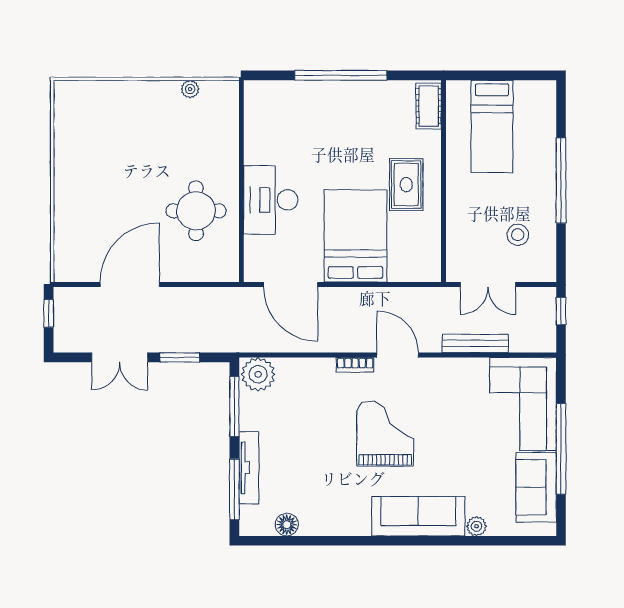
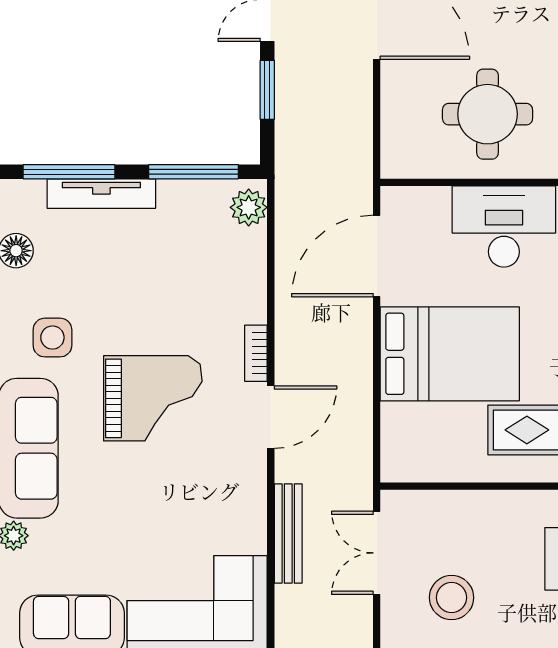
stool: (518, 235) -> (452, 598), width x1.38, depth x1.38
plant: (258, 374) -> (249, 207), width x0.73, depth x0.73
side table: (345, 500) -> (52, 338), added

